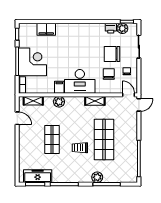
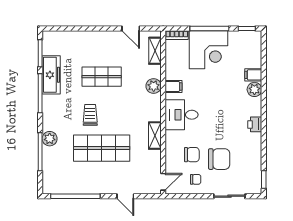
printer: (111, 28) -> (255, 124), moved
plant: (122, 28) -> (254, 89), moved
filing cabinet: (46, 29) -> (253, 75), width x0.50
chair: (112, 54) -> (219, 159), turned 90
desk: (80, 81) -> (182, 115), width x0.73
door: (139, 105) -> (125, 196), moved
door: (17, 118) -> (131, 28), hinge flipped
freezer: (38, 176) -> (51, 75), moved

